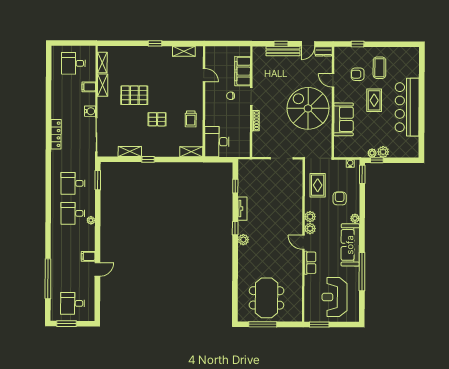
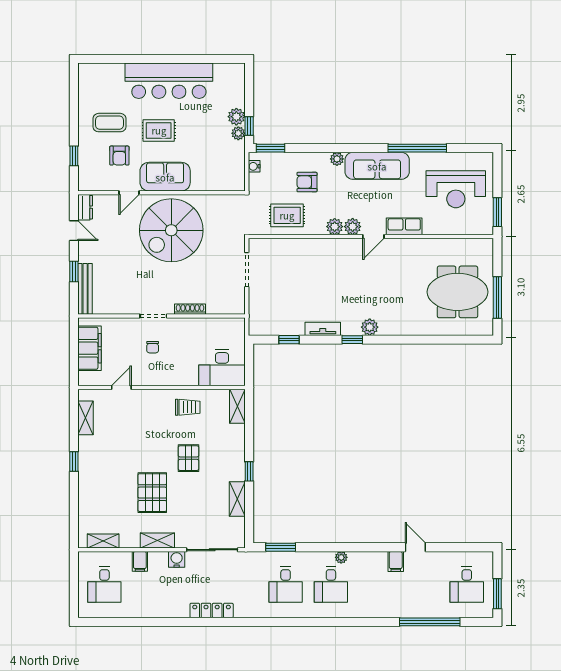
bench: (283, 51) -> (85, 289), moved
filing cabinet: (243, 71) -> (89, 348), moved, turned -90
shelving: (103, 85) -> (157, 540), moved
sofa: (344, 119) -> (165, 177), moved

